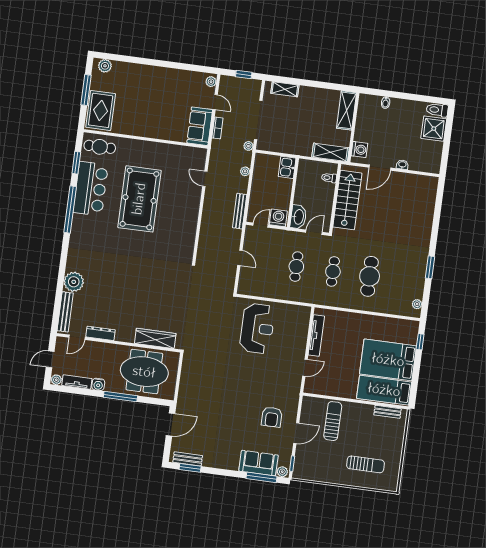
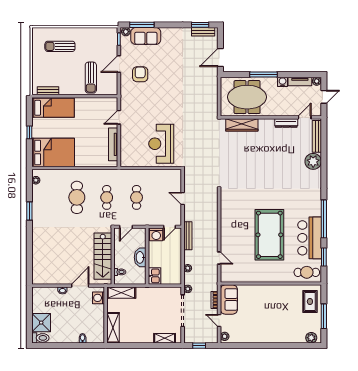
rug: (101, 110) -> (310, 302), width x0.73, depth x0.70
washbasin: (298, 217) -> (140, 257), moved
window: (420, 342) -> (29, 132), moved
bed: (388, 360) -> (53, 152), moved

